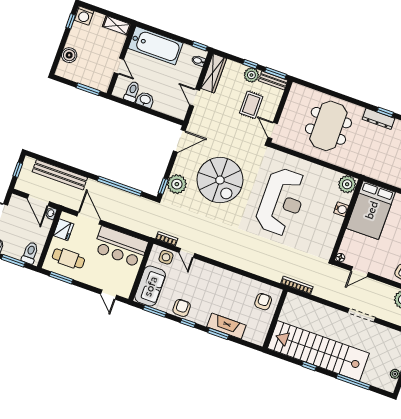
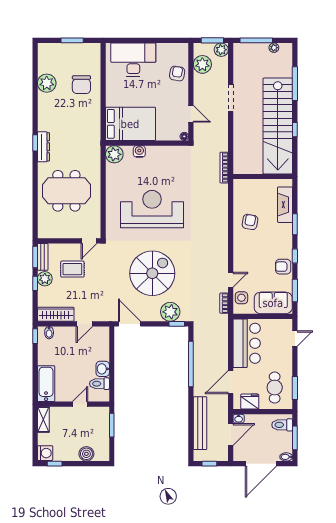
bathtub: (156, 46) -> (46, 384), width x0.73, depth x0.73
armchair: (263, 302) -> (250, 222), moved, turned 100
fireplace: (226, 326) -> (285, 205), moved

